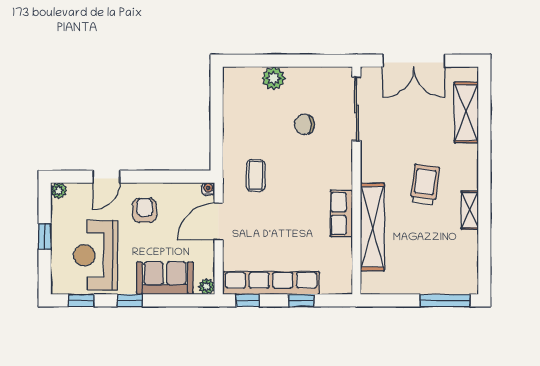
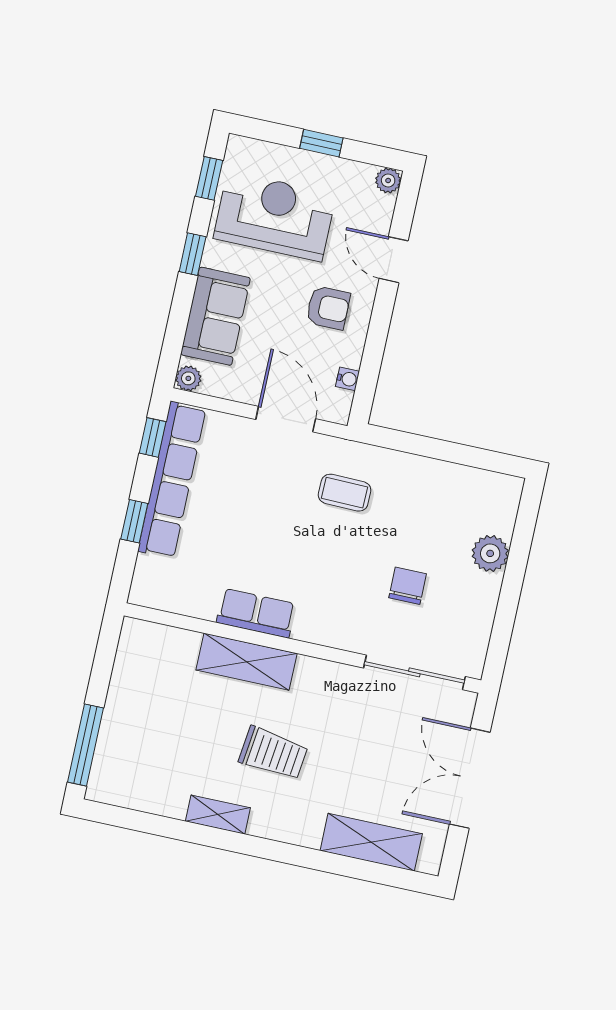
water cooler: (208, 189) -> (348, 379), moved
shelving: (372, 227) -> (246, 662), width x0.68

